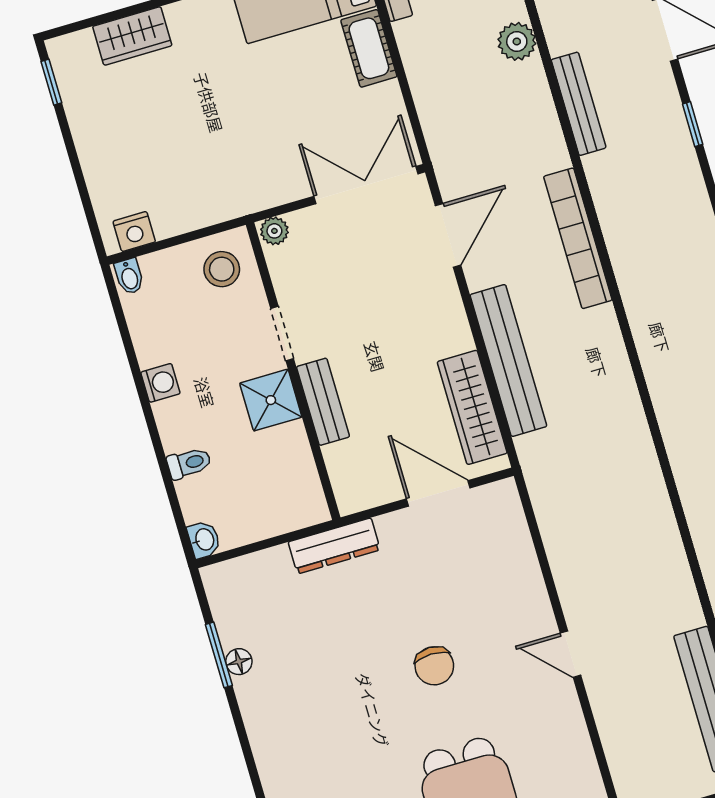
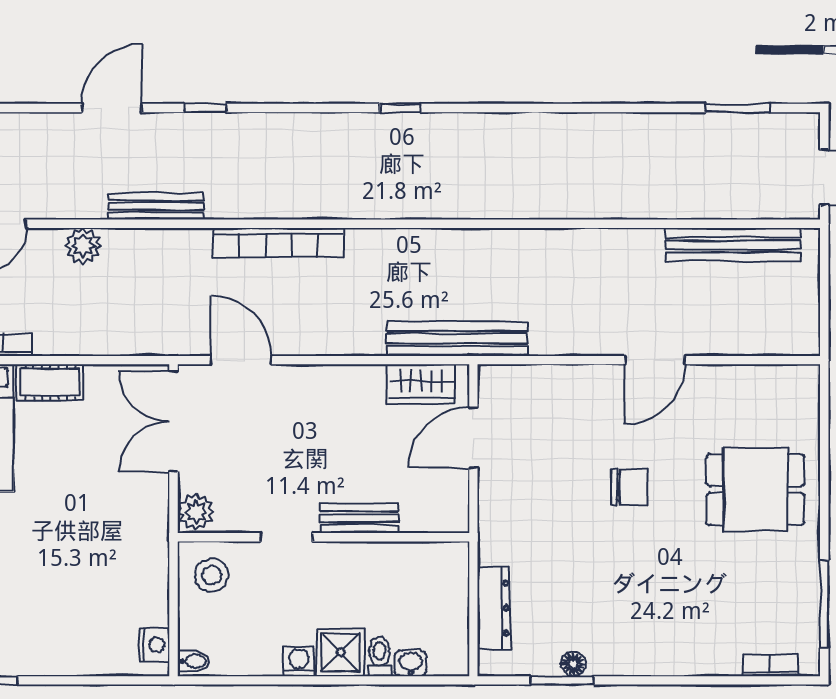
plant: (274, 231) -> (196, 512), width x1.38, depth x1.38
bench: (508, 360) -> (457, 338), moved
shower: (271, 400) -> (341, 652), moved
wardrobe: (472, 407) -> (421, 384), width x0.67
washbasin: (204, 540) -> (411, 663), moved
dresser: (334, 546) -> (493, 608), moved
door: (571, 654) -> (655, 360), width x1.38

